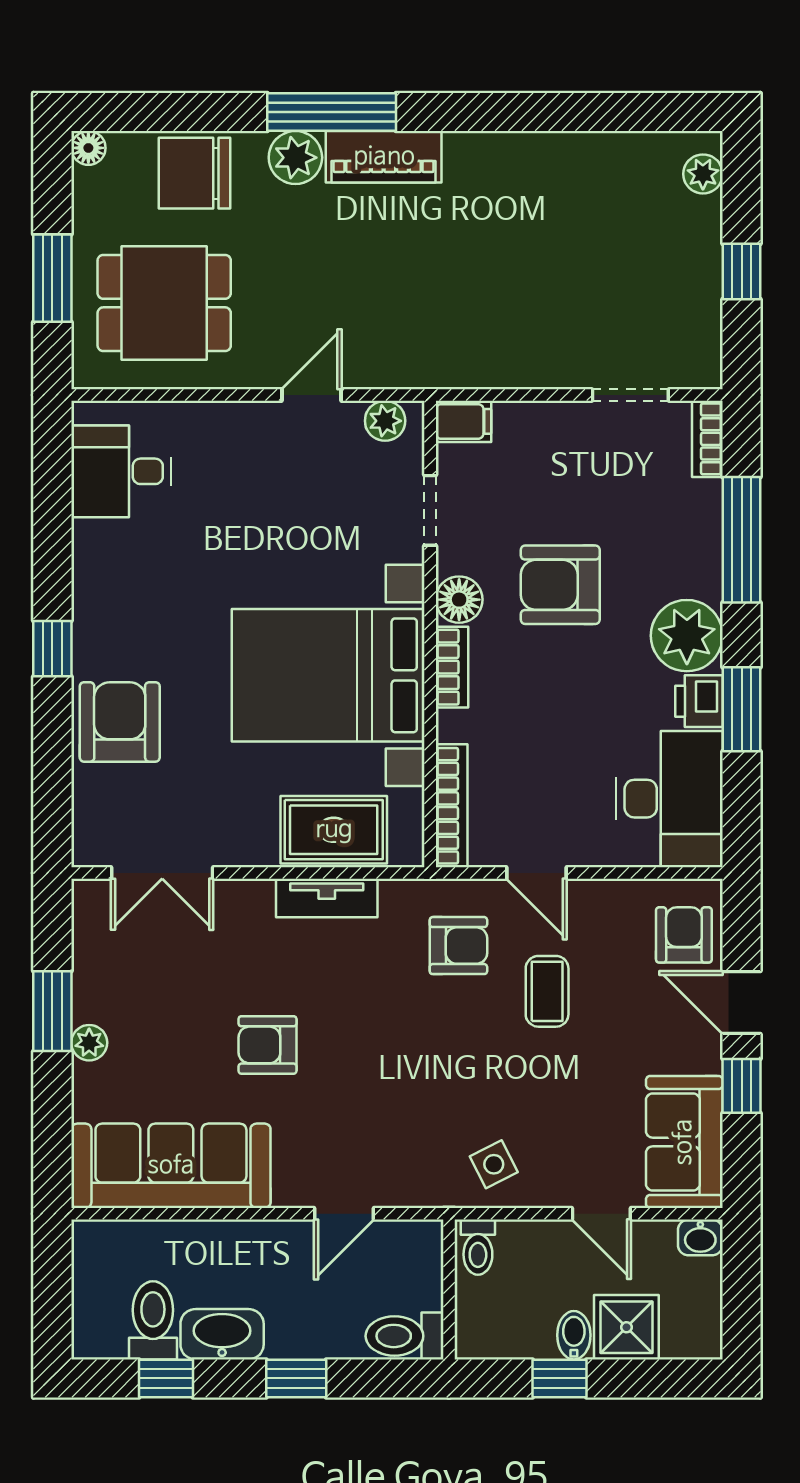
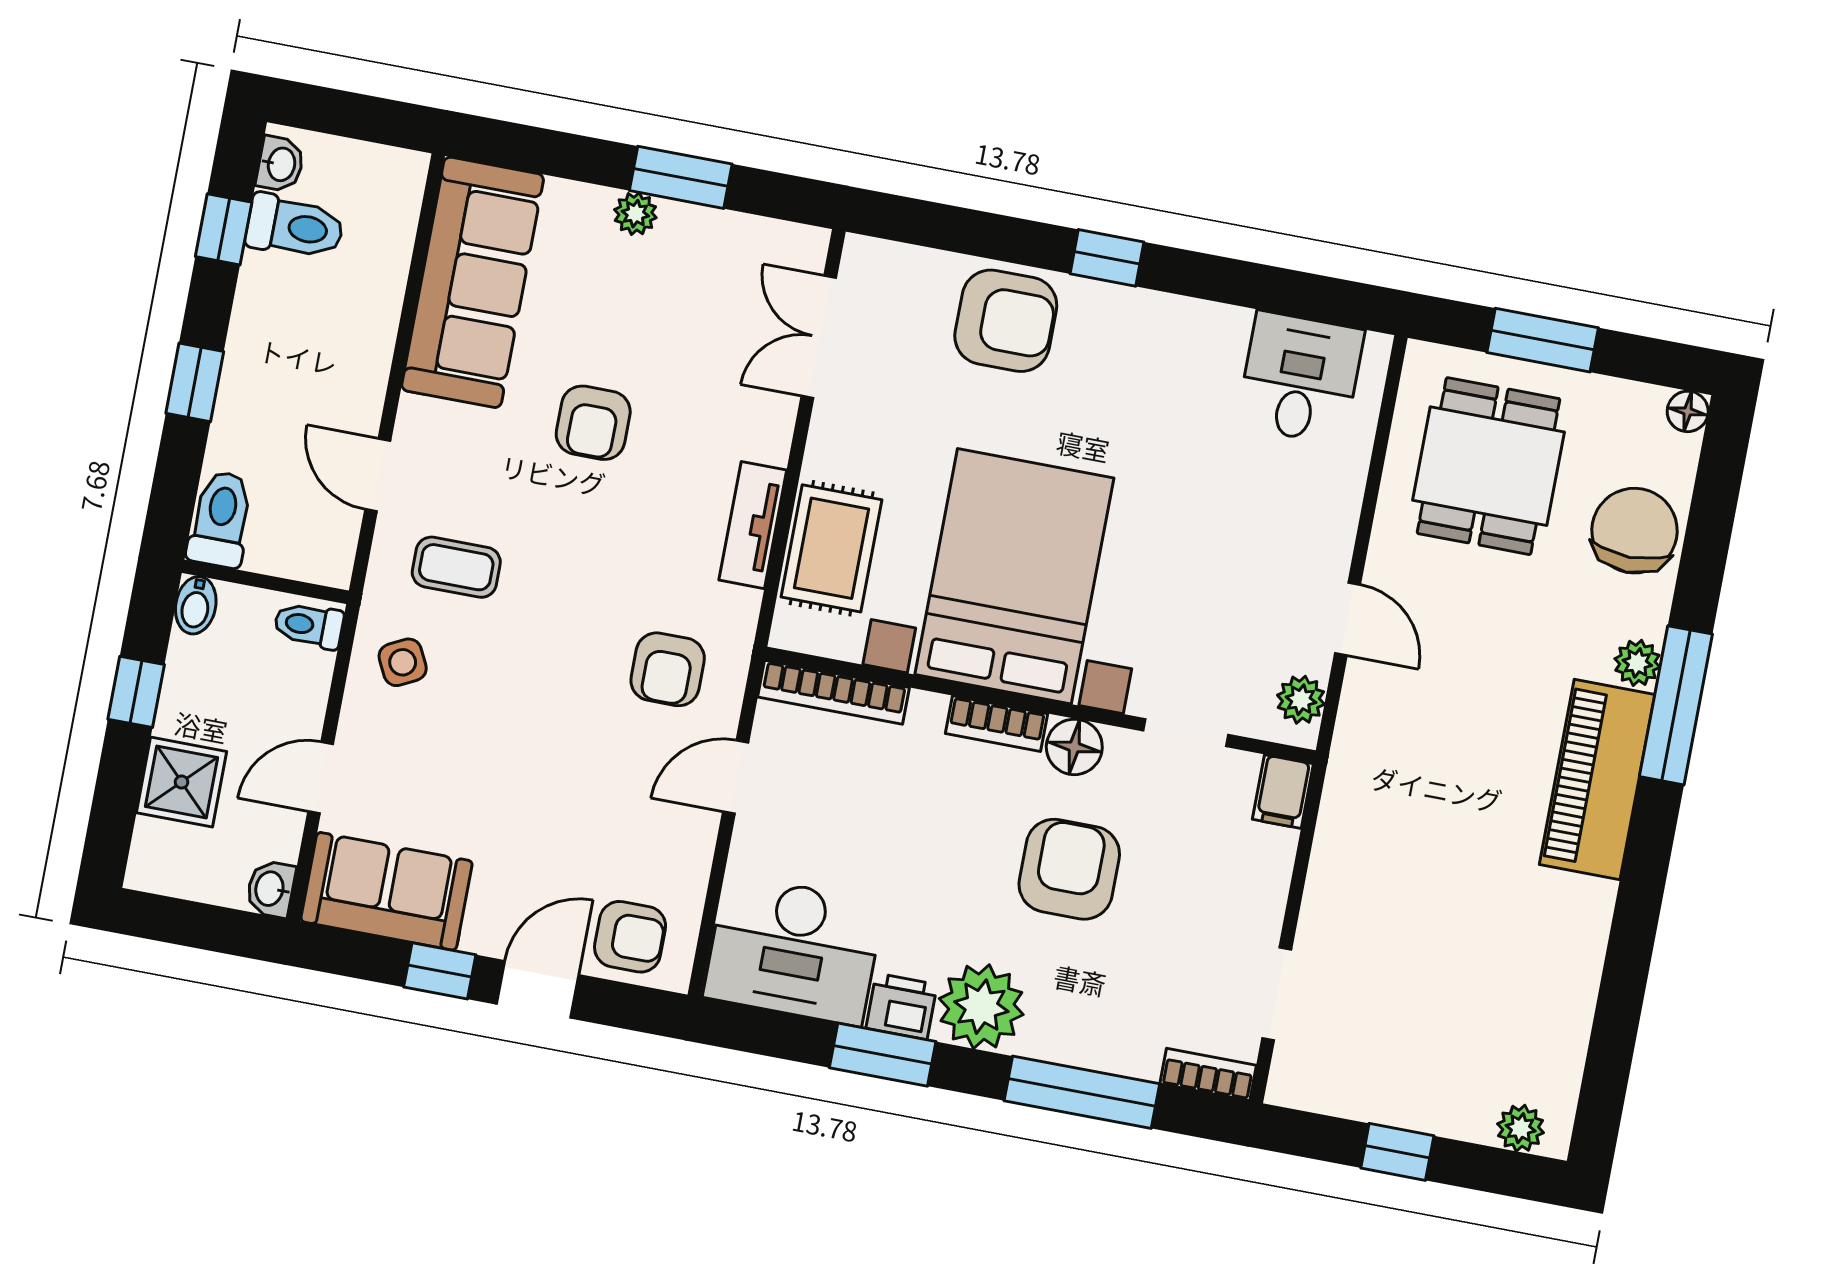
piano: (384, 157) -> (1597, 779), width x1.37, depth x1.33
plant: (295, 158) -> (1637, 663), width x0.73, depth x0.73
coffee table: (547, 991) -> (456, 567), moved
armchair: (268, 1045) -> (593, 423), turned 180
washbasin: (222, 1334) -> (280, 164), moved, width x0.52, depth x0.69
bidet: (574, 1335) -> (196, 605), moved, turned 90

